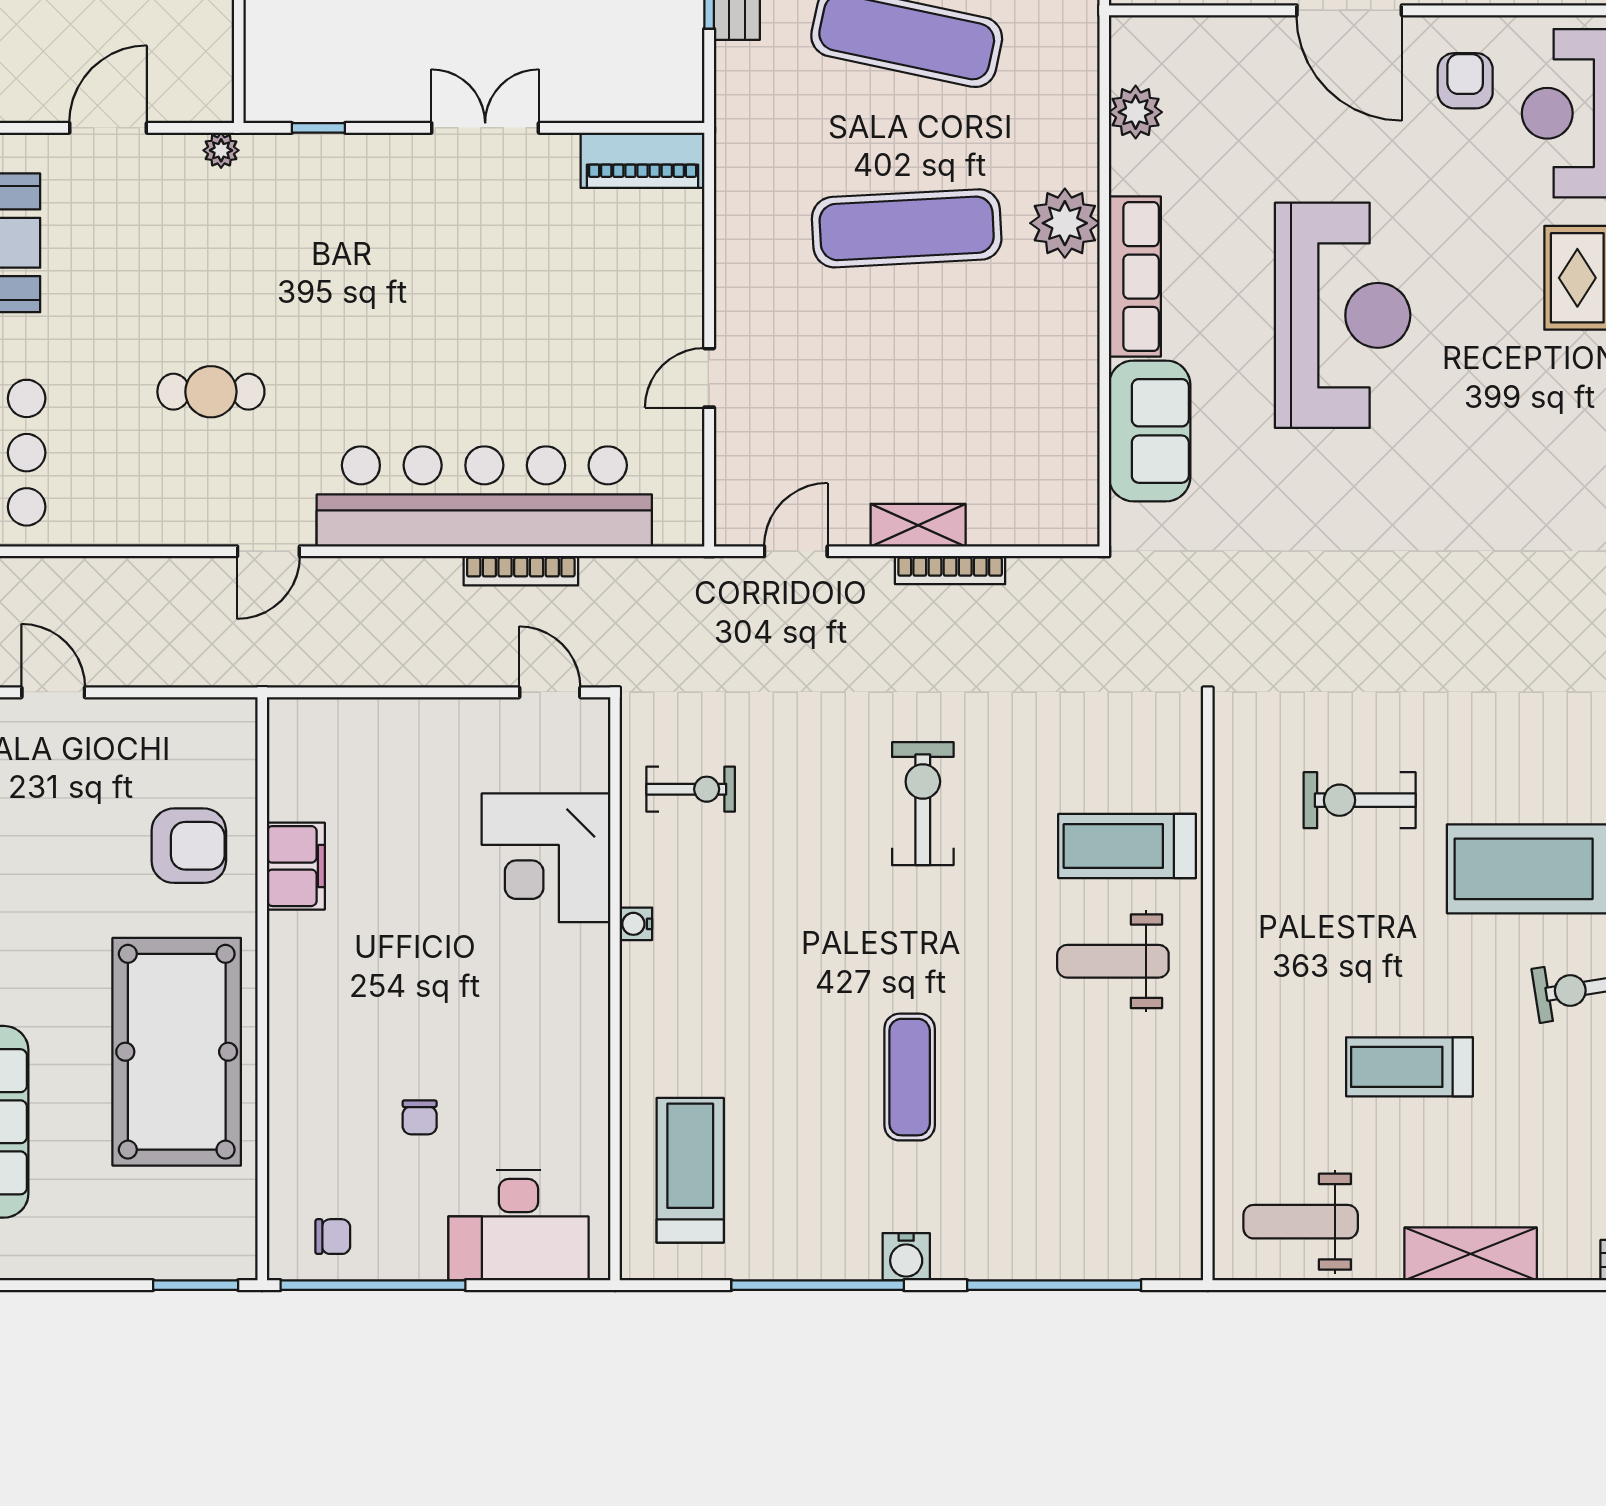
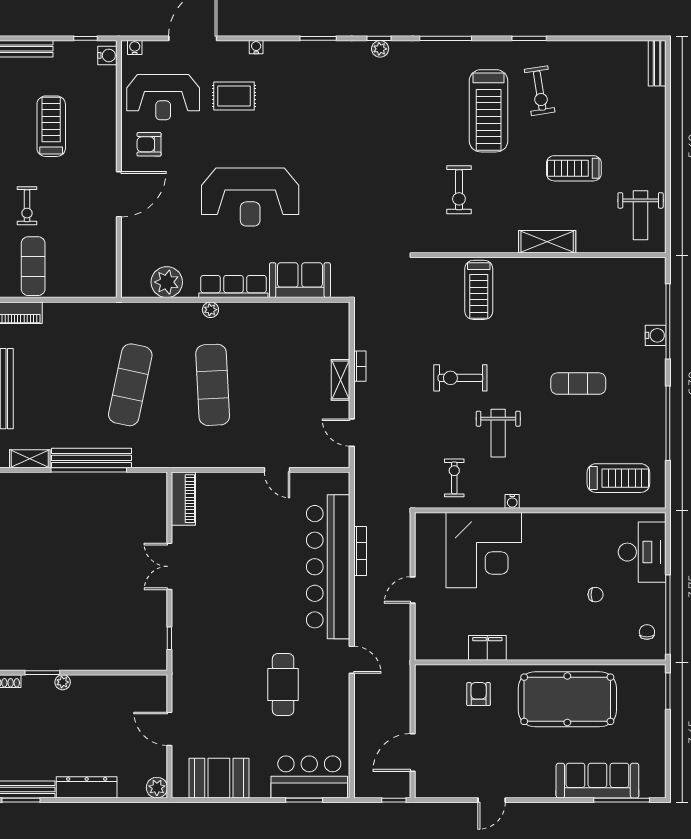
plant: (1136, 112) -> (167, 282), width x1.36, depth x1.36
plant: (221, 150) -> (179, 680), removed
plant: (1065, 223) -> (210, 310), width x0.53, depth x0.53
reception desk: (1343, 315) -> (250, 197), turned 180
cafe table: (211, 392) -> (283, 685), width x1.37, depth x1.35
bookcase: (950, 570) -> (360, 366), width x0.64
door: (53, 692) -> (413, 752), width x1.38
door: (550, 692) -> (413, 590), moved
armchair: (189, 846) -> (479, 694), width x0.72, depth x0.72
corner desk: (546, 858) -> (484, 550), width x1.36, depth x1.36
weight bench: (1113, 961) -> (498, 433), moved
treadmill: (1409, 1067) -> (574, 168), turned 90
treadmill: (690, 1170) -> (618, 478), turned 180
shelving: (1471, 1254) -> (547, 242), moved, turned 90
water cooler: (906, 1257) -> (656, 335), moved

